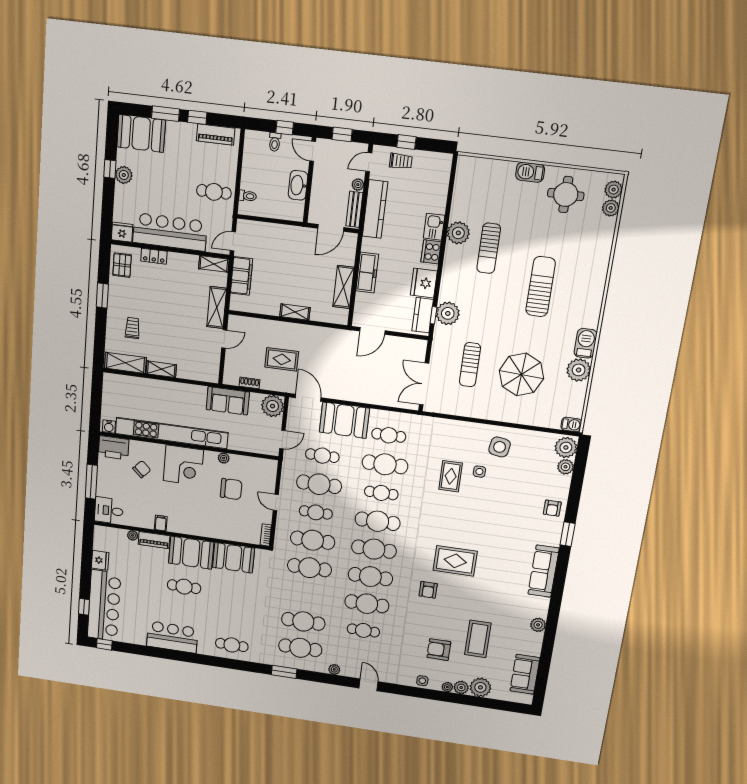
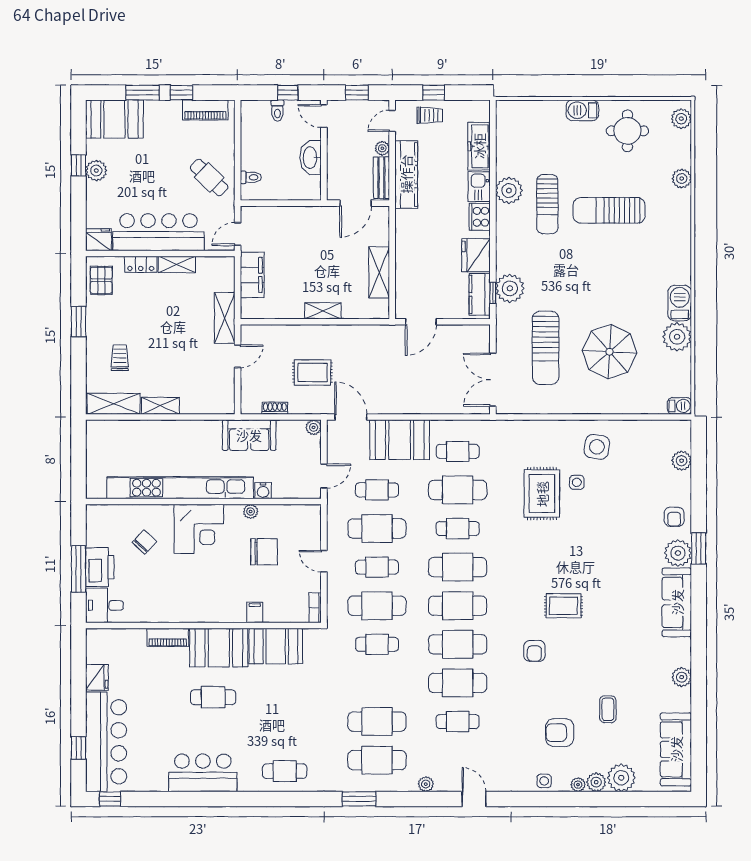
cafe table: (214, 192) -> (209, 177), turned 44
plant: (611, 208) -> (682, 179), moved
shelving: (214, 264) -> (177, 264), moved
freezer: (367, 273) -> (479, 146), moved, turned 180
sun lounger: (541, 287) -> (609, 210), moved, turned -90
sun lounger: (470, 365) -> (546, 348), width x1.36, depth x1.34
plant: (273, 406) -> (314, 427), width x0.53, depth x0.53
water cooler: (109, 426) -> (263, 491), moved
plant: (566, 447) -> (678, 553), moved
printer: (114, 448) -> (100, 567), moved, turned -90
rug: (451, 476) -> (542, 494), width x1.36, depth x1.43
filing cabinet: (161, 523) -> (255, 612), moved
plant: (133, 535) -> (138, 635), removed
rug: (455, 561) -> (563, 606), width x0.73, depth x0.70
cafe table: (309, 568) -> (377, 644), width x0.73, depth x0.74
coffee table: (478, 639) -> (608, 709), width x0.54, depth x0.58
sofa: (525, 674) -> (676, 749), width x1.36

